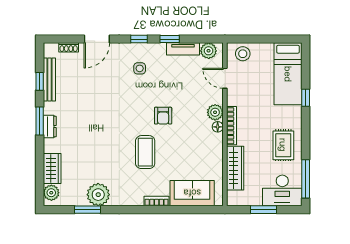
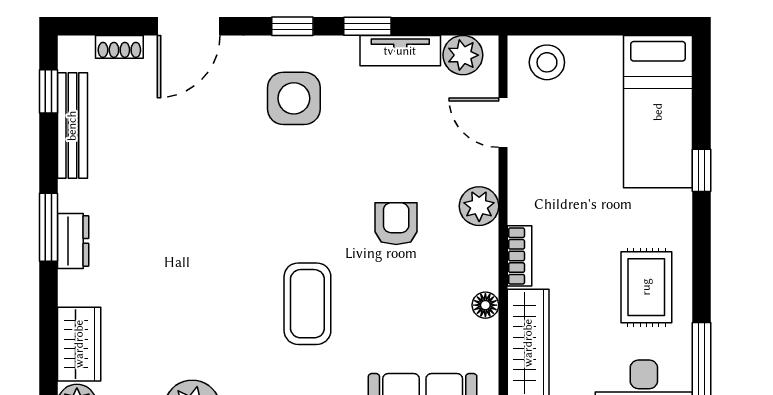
side table: (140, 68) -> (294, 98), width x1.87, depth x1.87
window: (40, 81) -> (49, 91), moved
armchair: (163, 116) -> (396, 224), moved, turned 180
bookcase: (232, 126) -> (519, 256), width x0.64
floor lamp: (218, 127) -> (485, 305), moved

